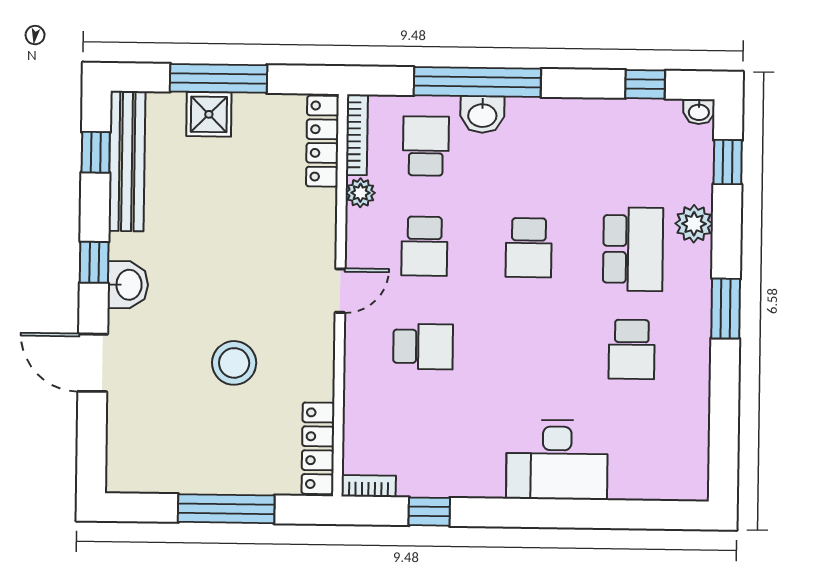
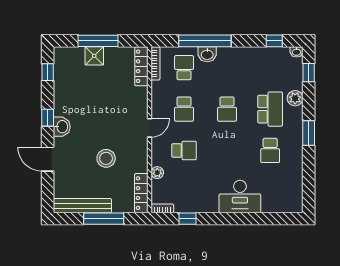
bench: (127, 161) -> (82, 206), moved, turned 90
plant: (360, 193) -> (157, 173), moved

